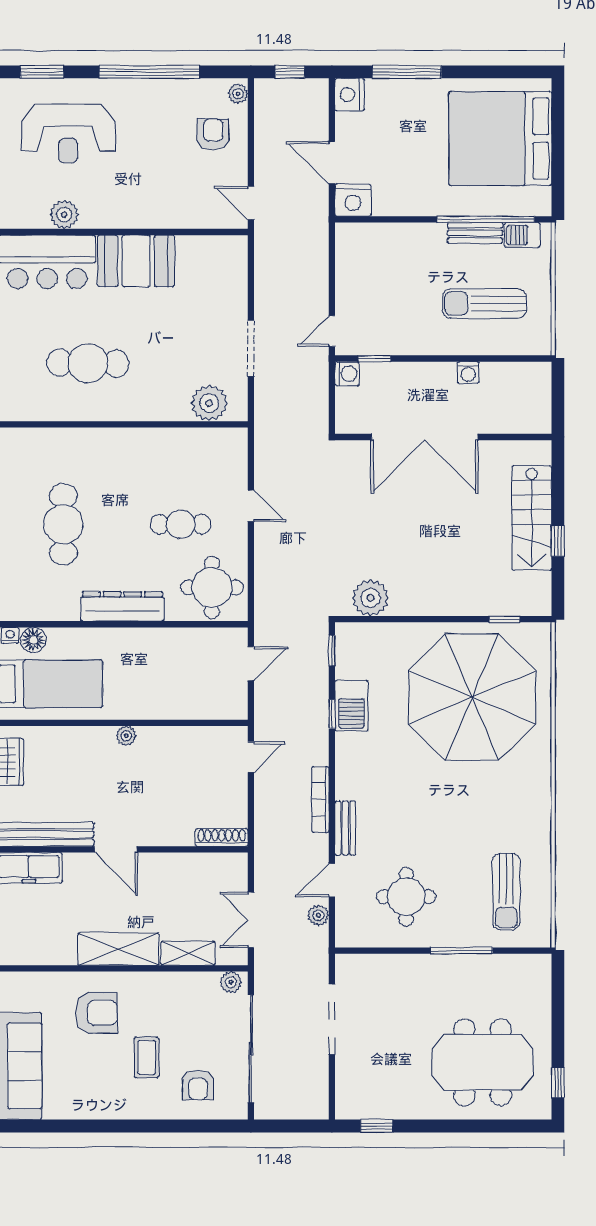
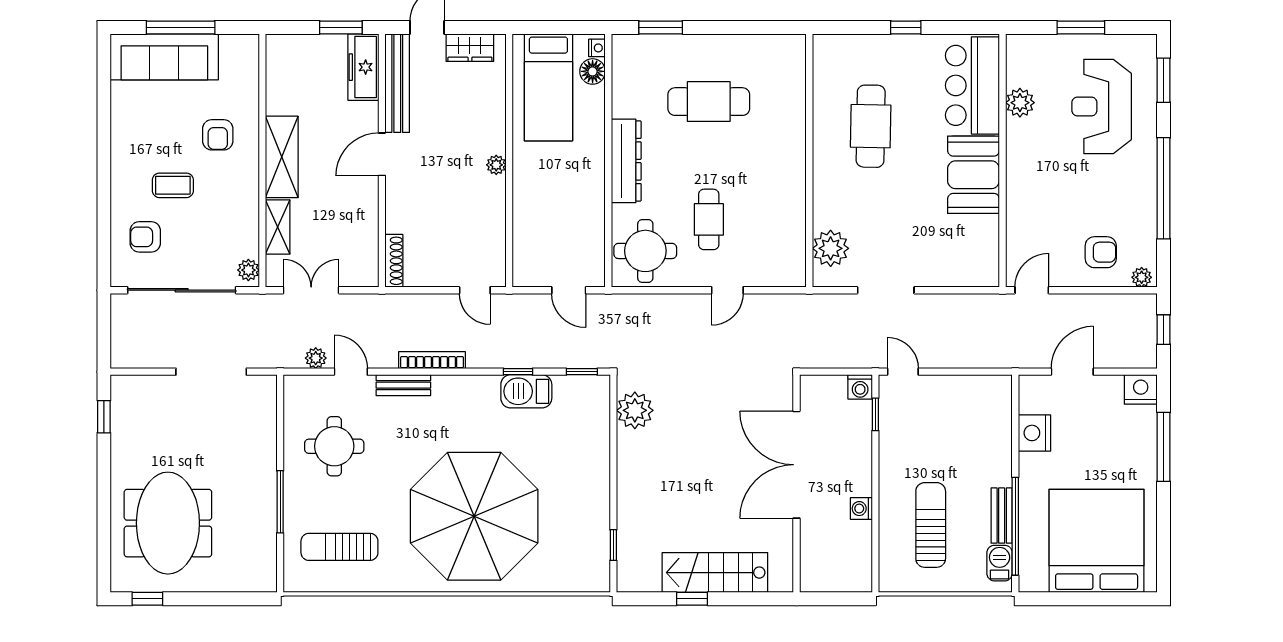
nightstand: (353, 200) -> (1035, 433), moved
parasol: (472, 697) -> (474, 516), moved
armchair: (96, 1013) -> (218, 135), width x0.72, depth x0.72

